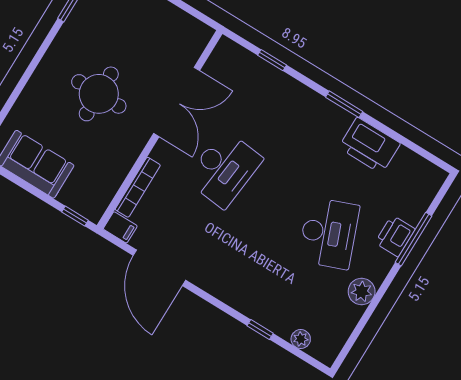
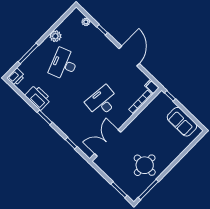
round table: (99, 94) -> (145, 165), moved
double door: (177, 102) -> (108, 143), moved
printer: (395, 236) -> (16, 77), moved
door: (159, 268) -> (129, 56), moved

